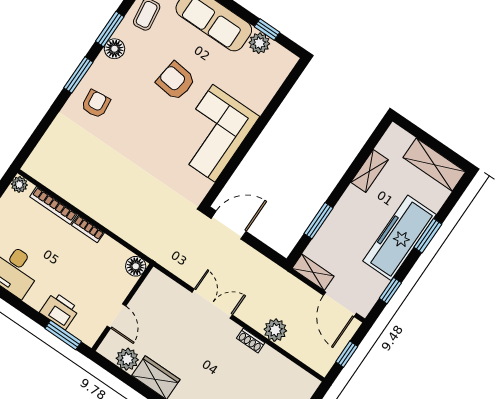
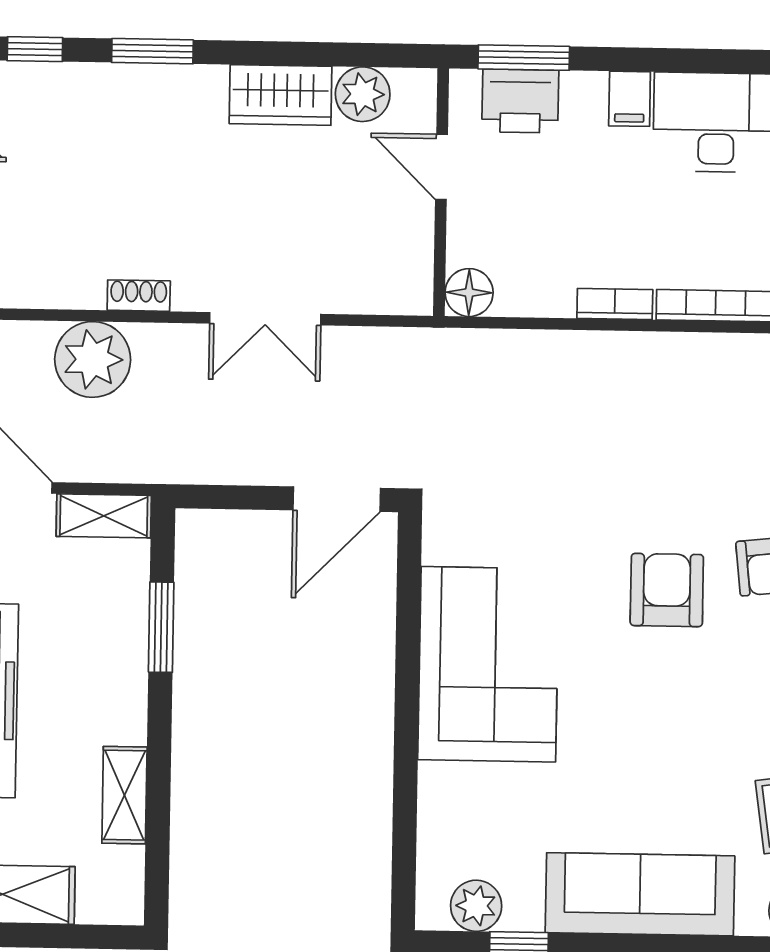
plant: (259, 43) -> (476, 906), moved
armchair: (176, 81) -> (667, 590), moved, turned -97
filing cabinet: (36, 297) -> (630, 99), added
printer: (59, 311) -> (520, 101), moved
plant: (275, 330) -> (93, 359), width x1.36, depth x1.36

